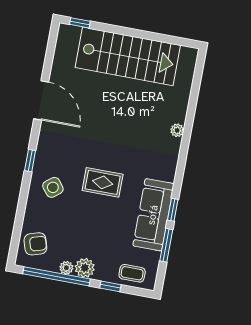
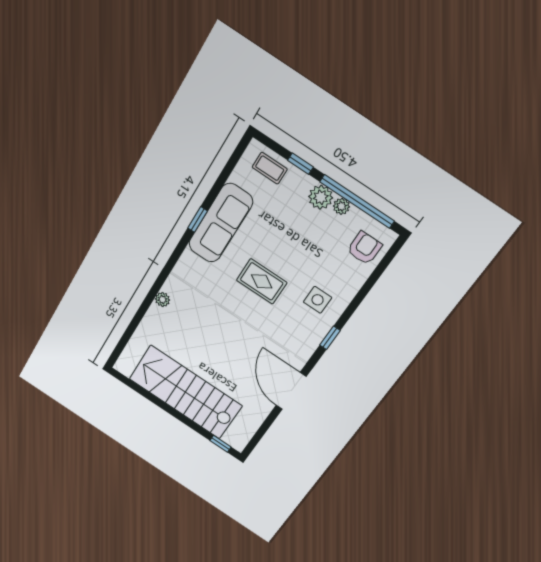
side table: (53, 187) -> (318, 300), turned 38
armchair: (35, 244) -> (365, 248), turned 107
window: (166, 245) -> (219, 184), removed

